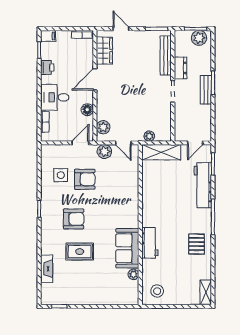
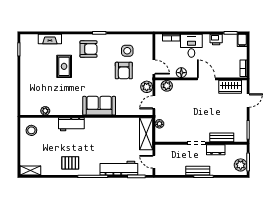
bench: (166, 55) -> (222, 137), width x0.73
armchair: (74, 219) -> (89, 49), moved, turned -90
sofa: (127, 248) -> (99, 106), moved

